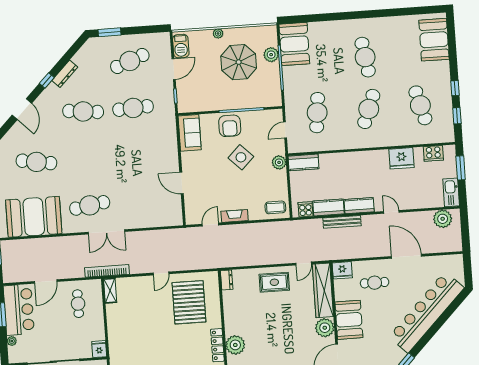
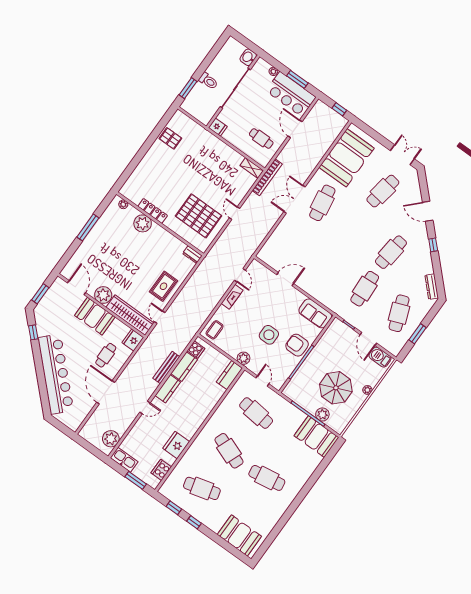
window: (110, 32) -> (418, 334), moved
dresser: (65, 74) -> (432, 287), moved
side table: (241, 157) -> (269, 335), turned 45
door: (406, 256) -> (106, 392), swing flipped

